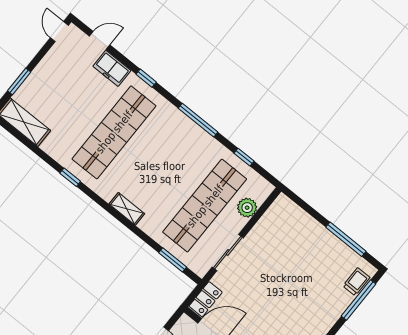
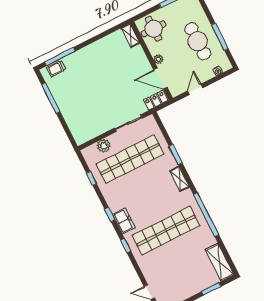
freezer: (112, 68) -> (124, 221), moved
window: (146, 78) -> (126, 246), moved
window: (198, 120) -> (110, 215), width x0.46
window: (70, 177) -> (206, 215), width x3.17
window: (173, 260) -> (176, 155), moved

